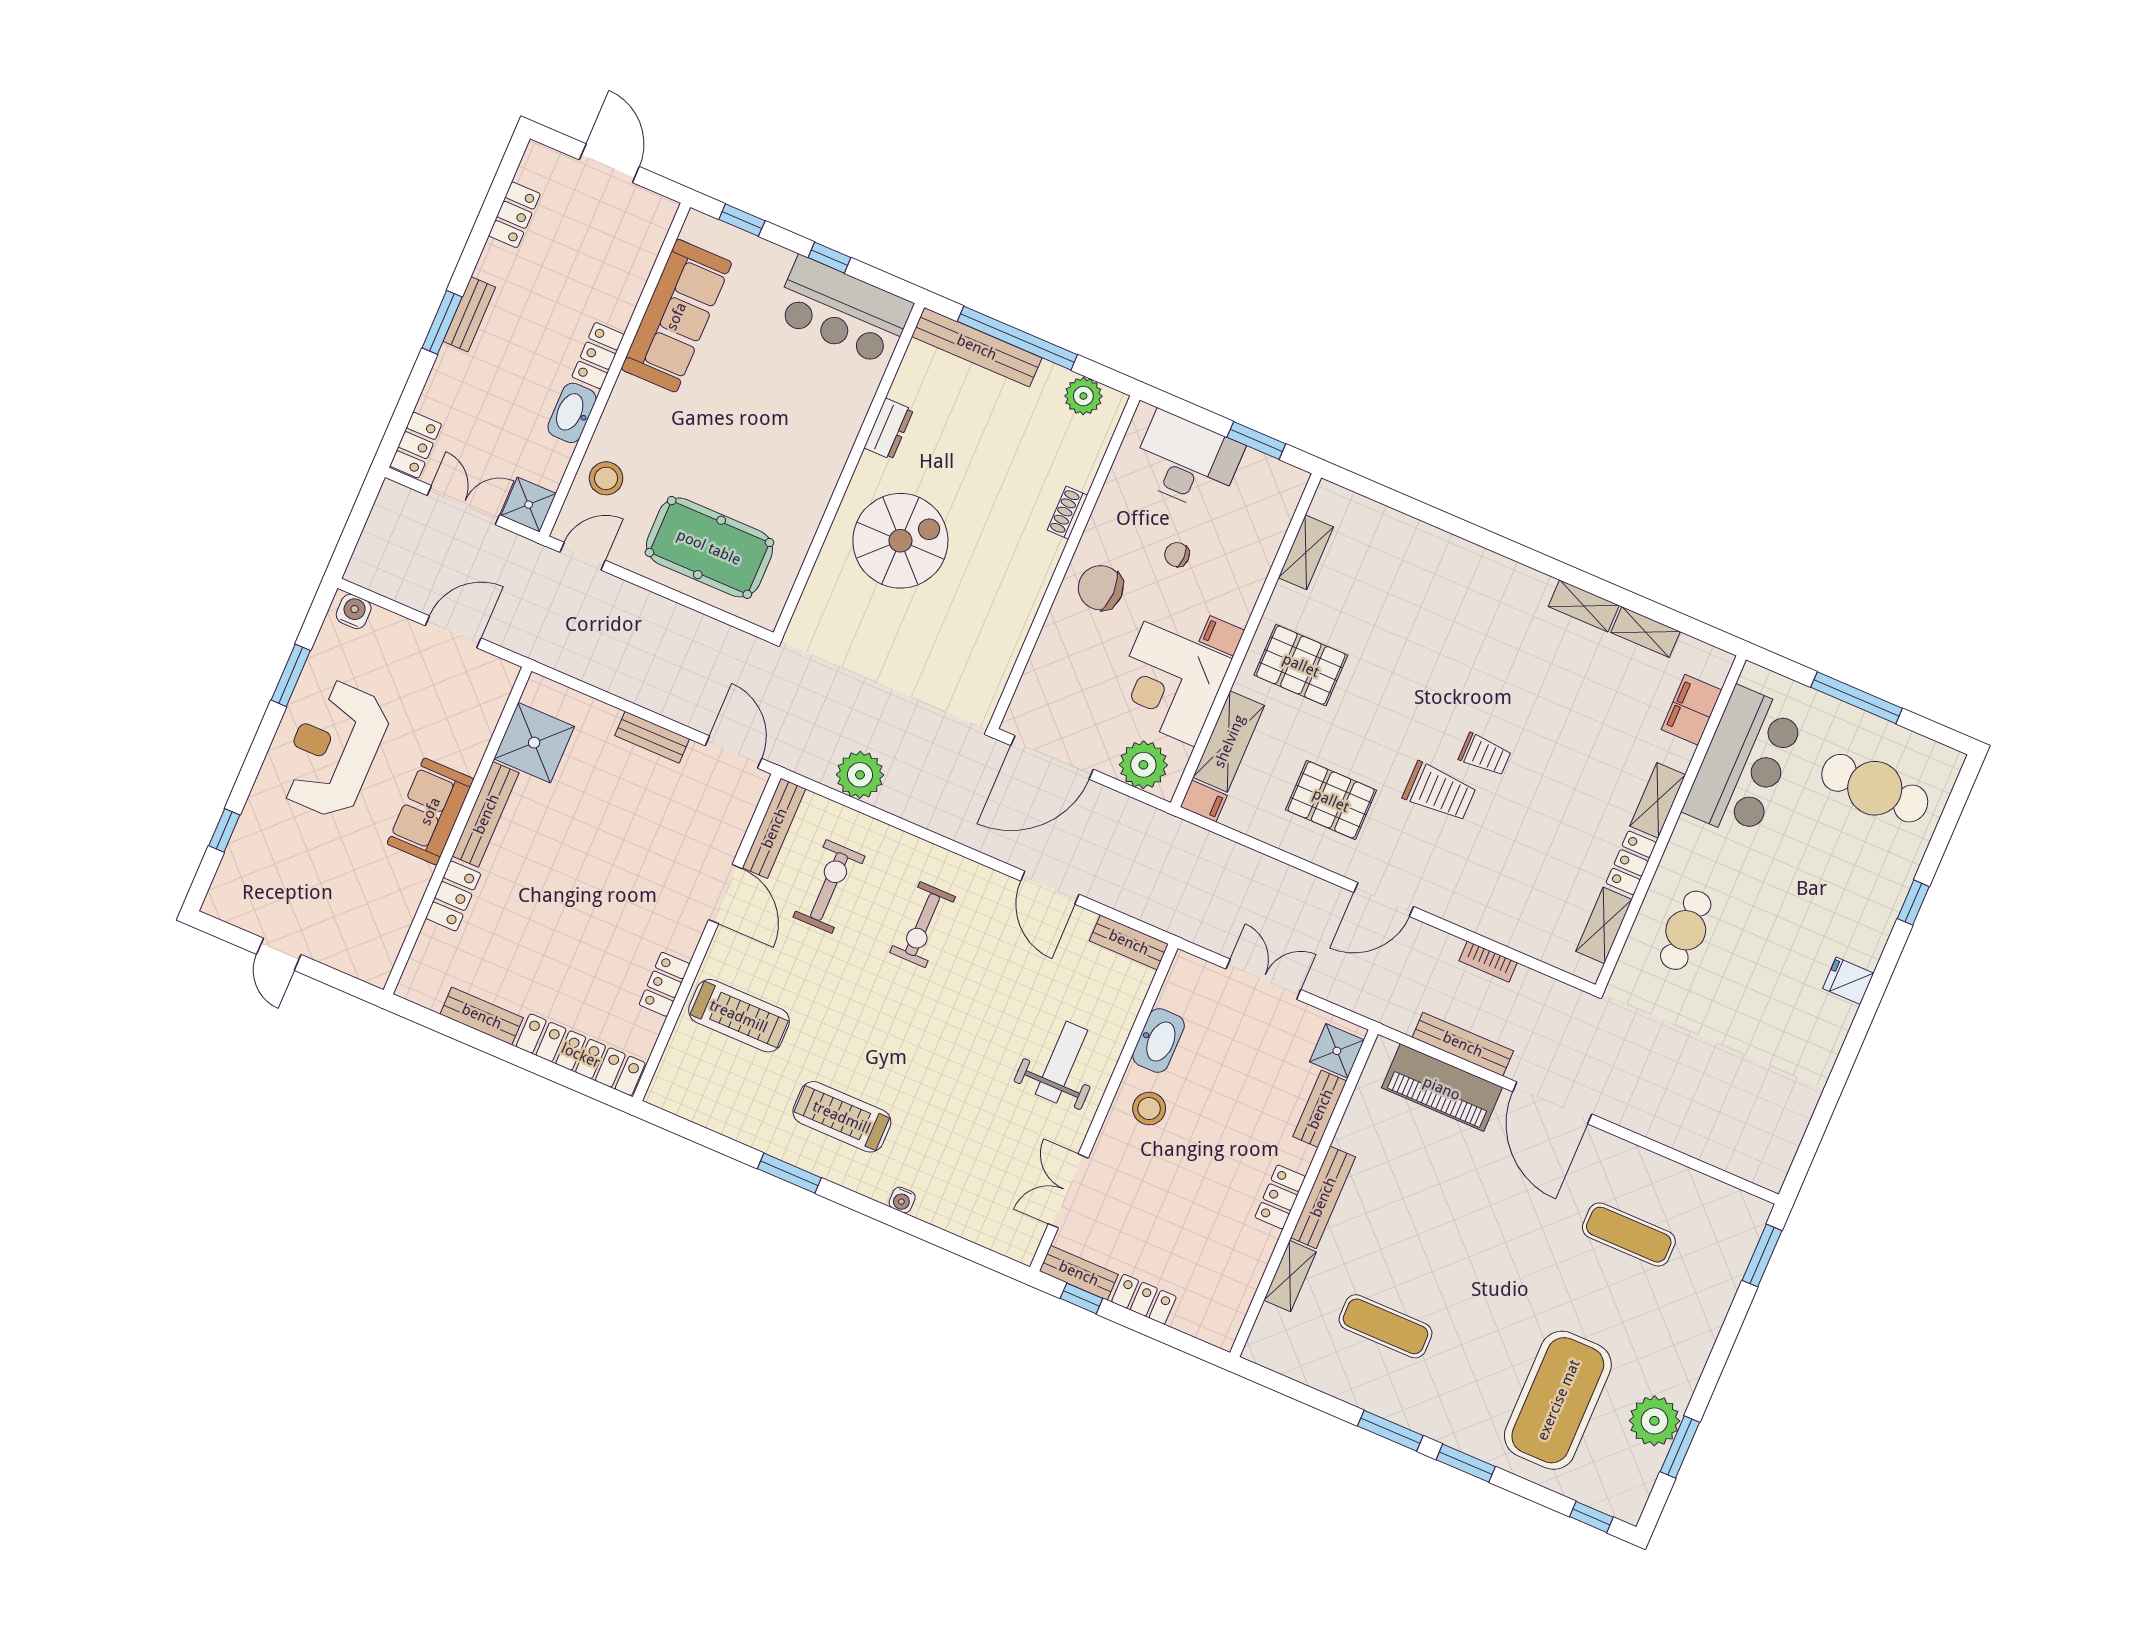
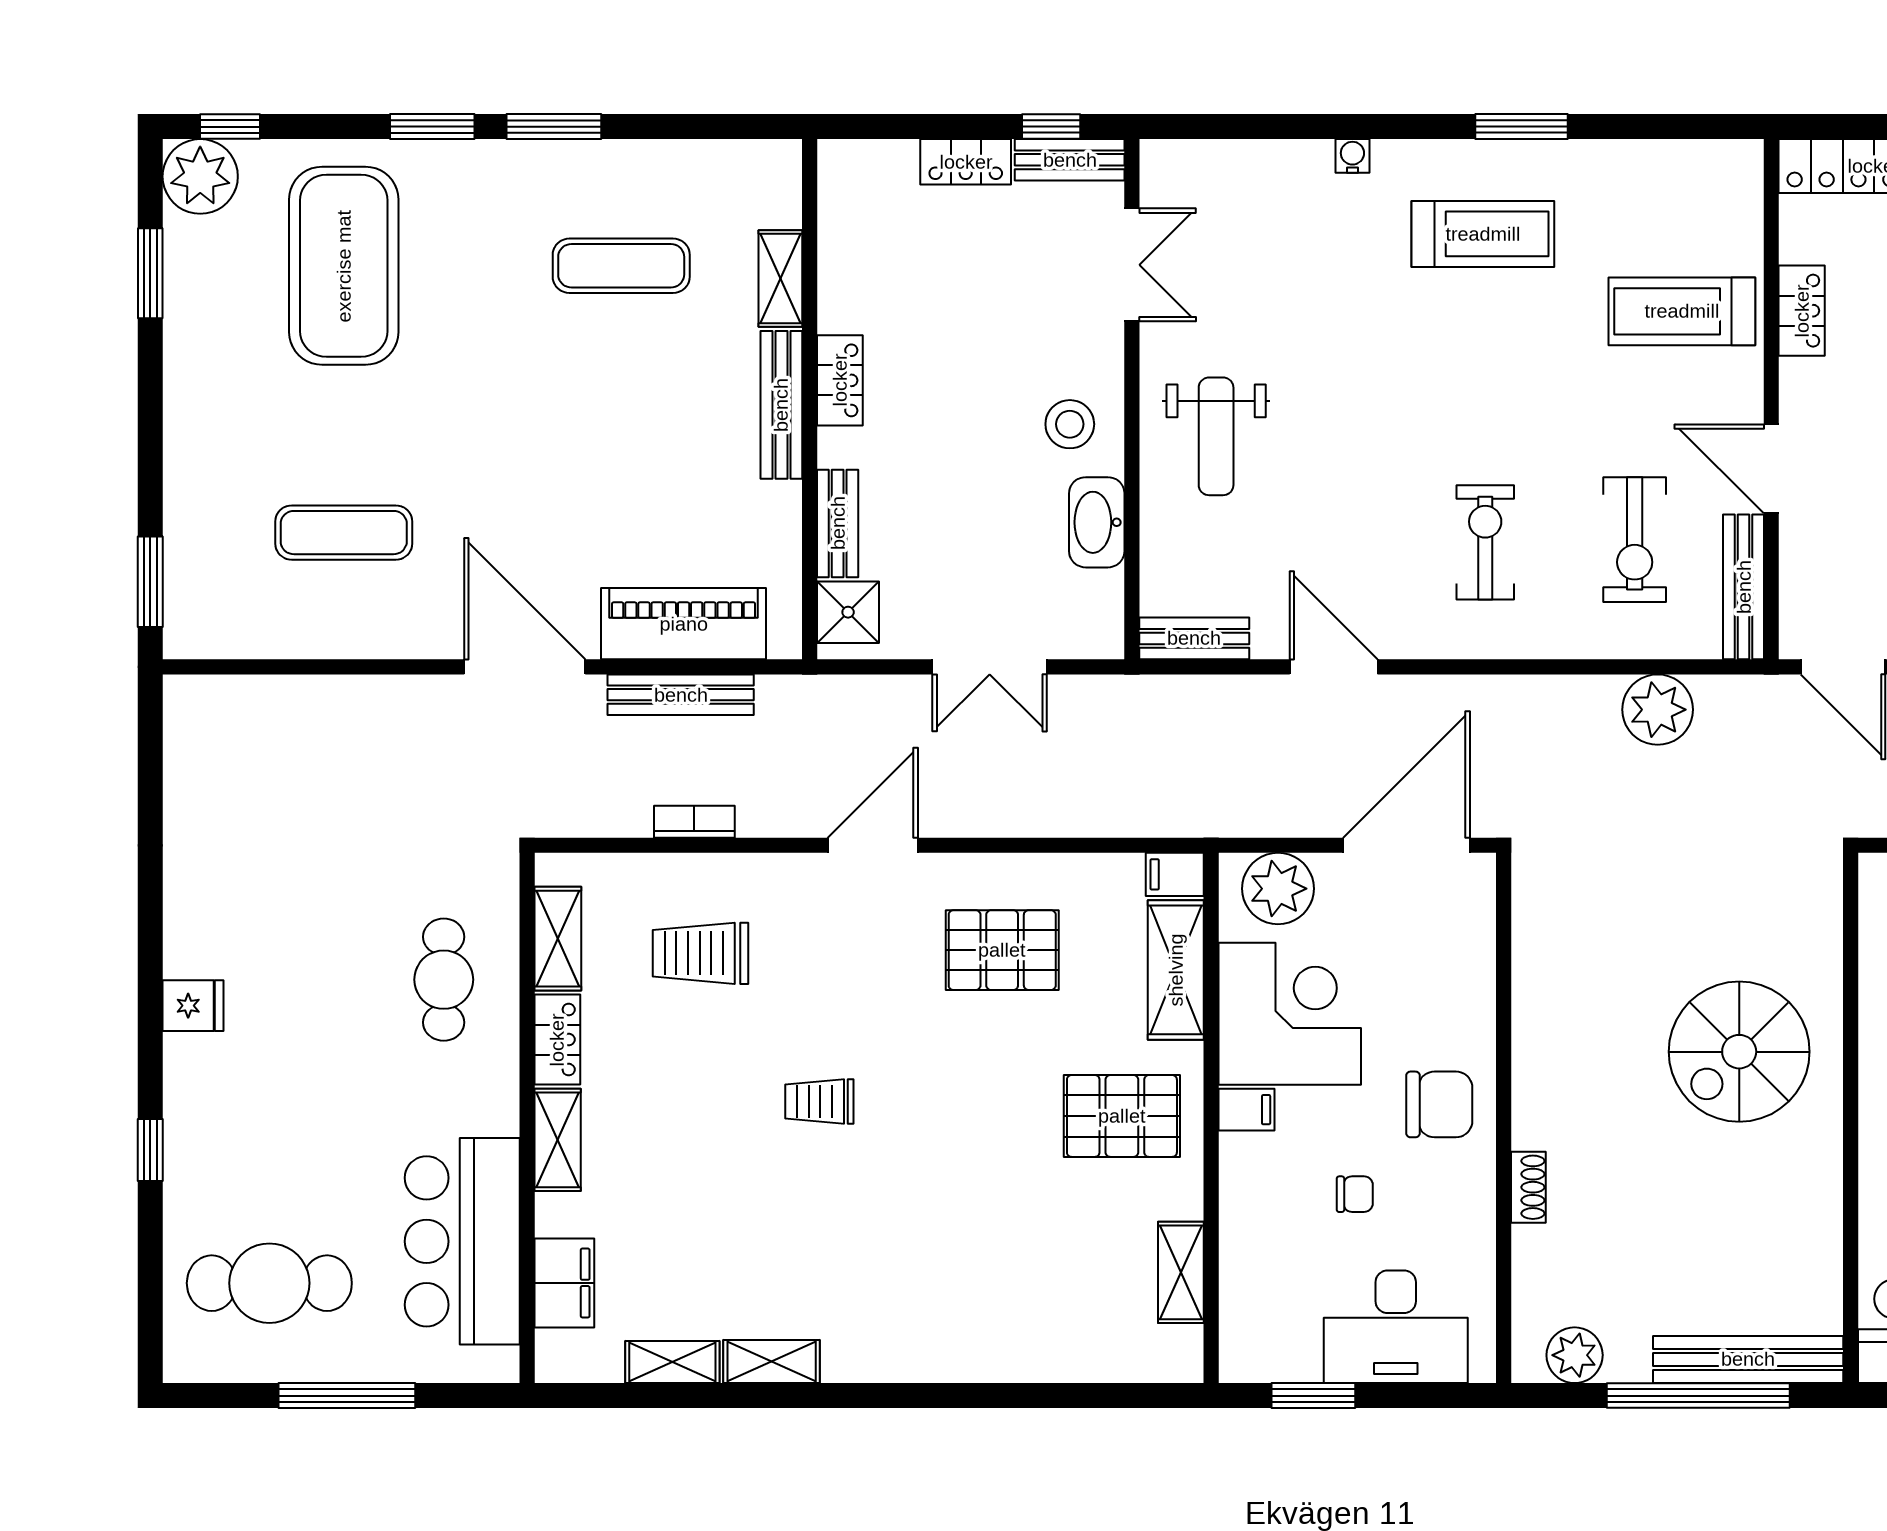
dresser: (889, 429) -> (1820, 1197), removed
trolley: (1439, 792) -> (700, 953), moved
plant: (1654, 1421) -> (200, 176), moved

